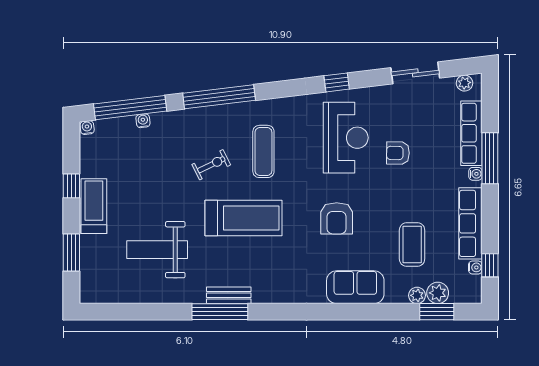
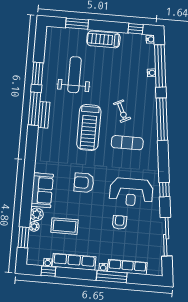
sliding door: (415, 73) -> (166, 237), width x1.37
plant: (465, 83) -> (158, 265), removed
window: (71, 186) -> (136, 29), moved
treadmill: (94, 206) -> (103, 39), turned 180
plant: (438, 293) -> (37, 214), moved
window: (161, 312) -> (37, 74), added

